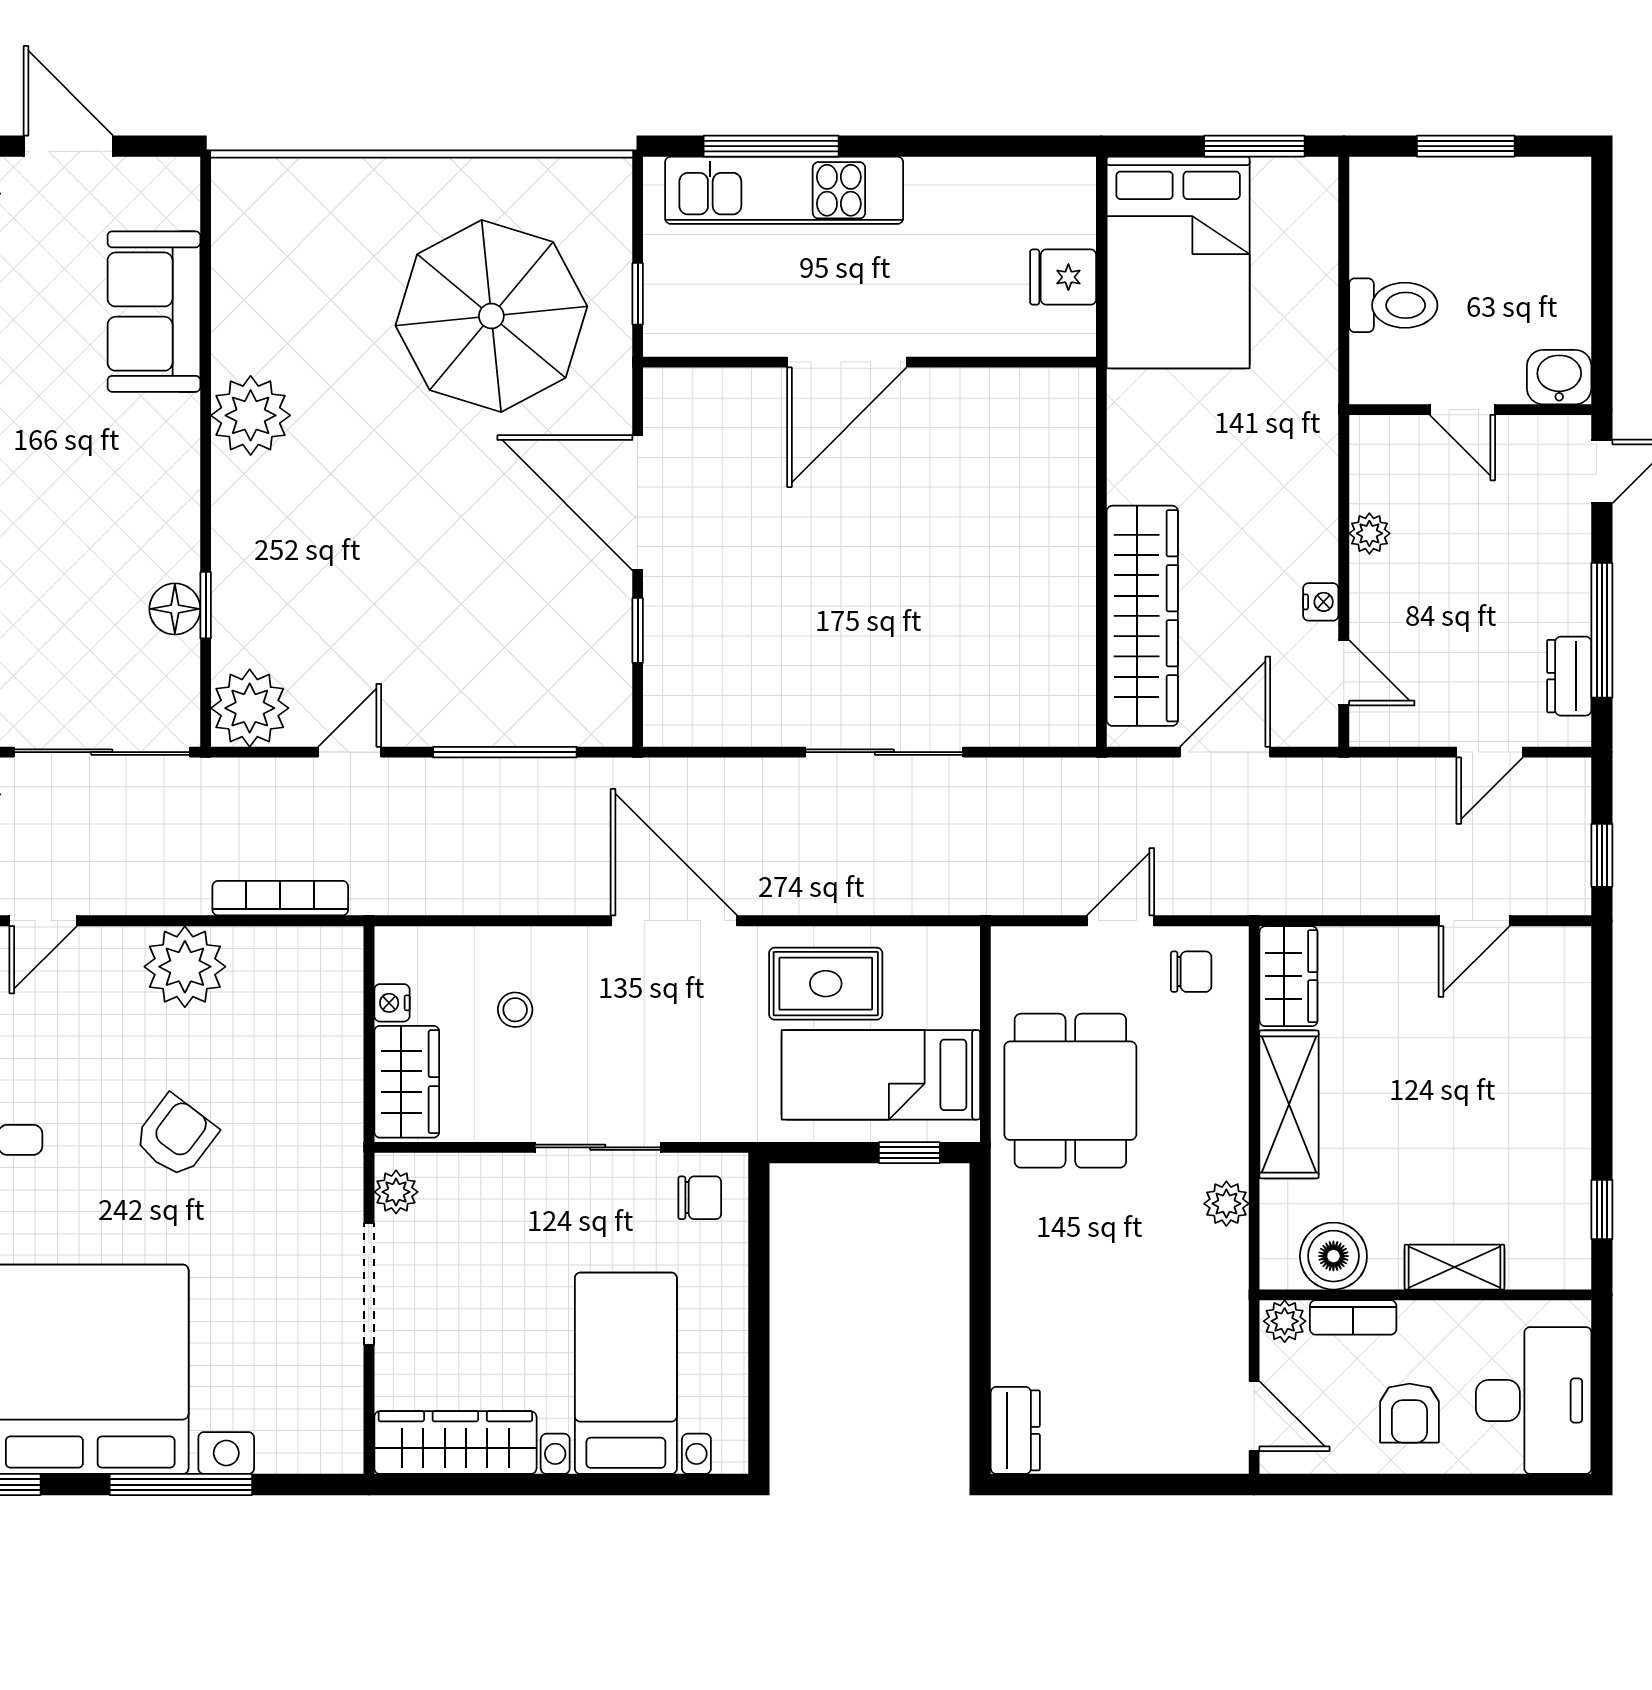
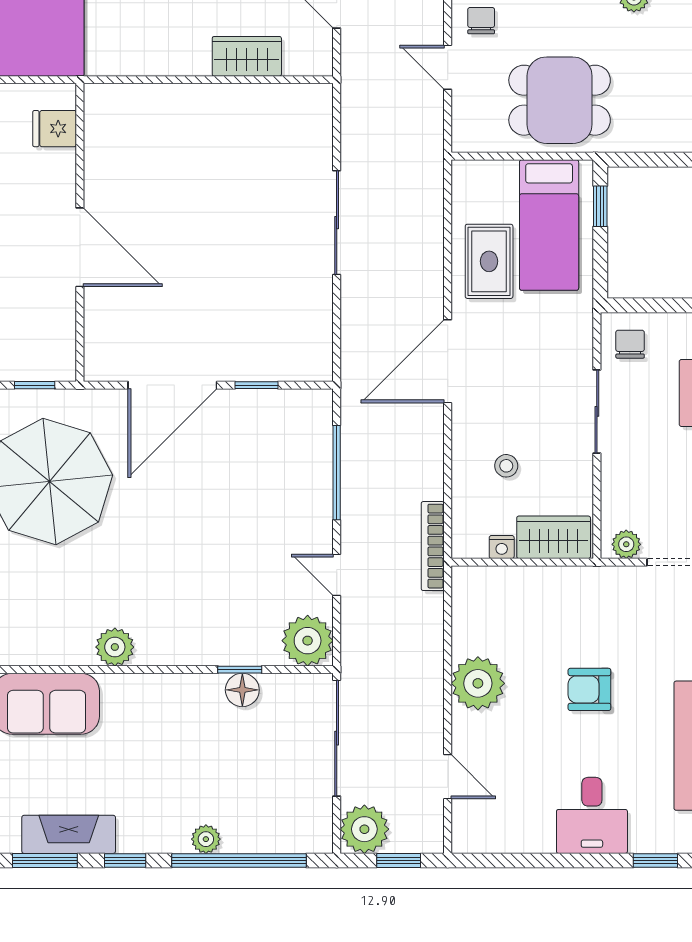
fridge: (1063, 277) -> (55, 129), moved, turned 90
plant: (251, 415) -> (115, 647), width x0.73, depth x0.73
wardrobe: (1142, 616) -> (247, 56), width x0.48, depth x0.85
bookcase: (280, 898) -> (433, 546), moved
armchair: (176, 1136) -> (589, 689), turned -37

